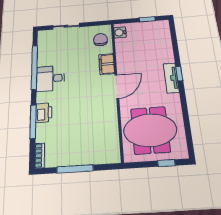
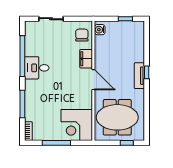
door: (117, 87) -> (93, 80), hinge flipped
printer: (44, 113) -> (31, 97), removed
corner desk: (100, 143) -> (77, 125), added

